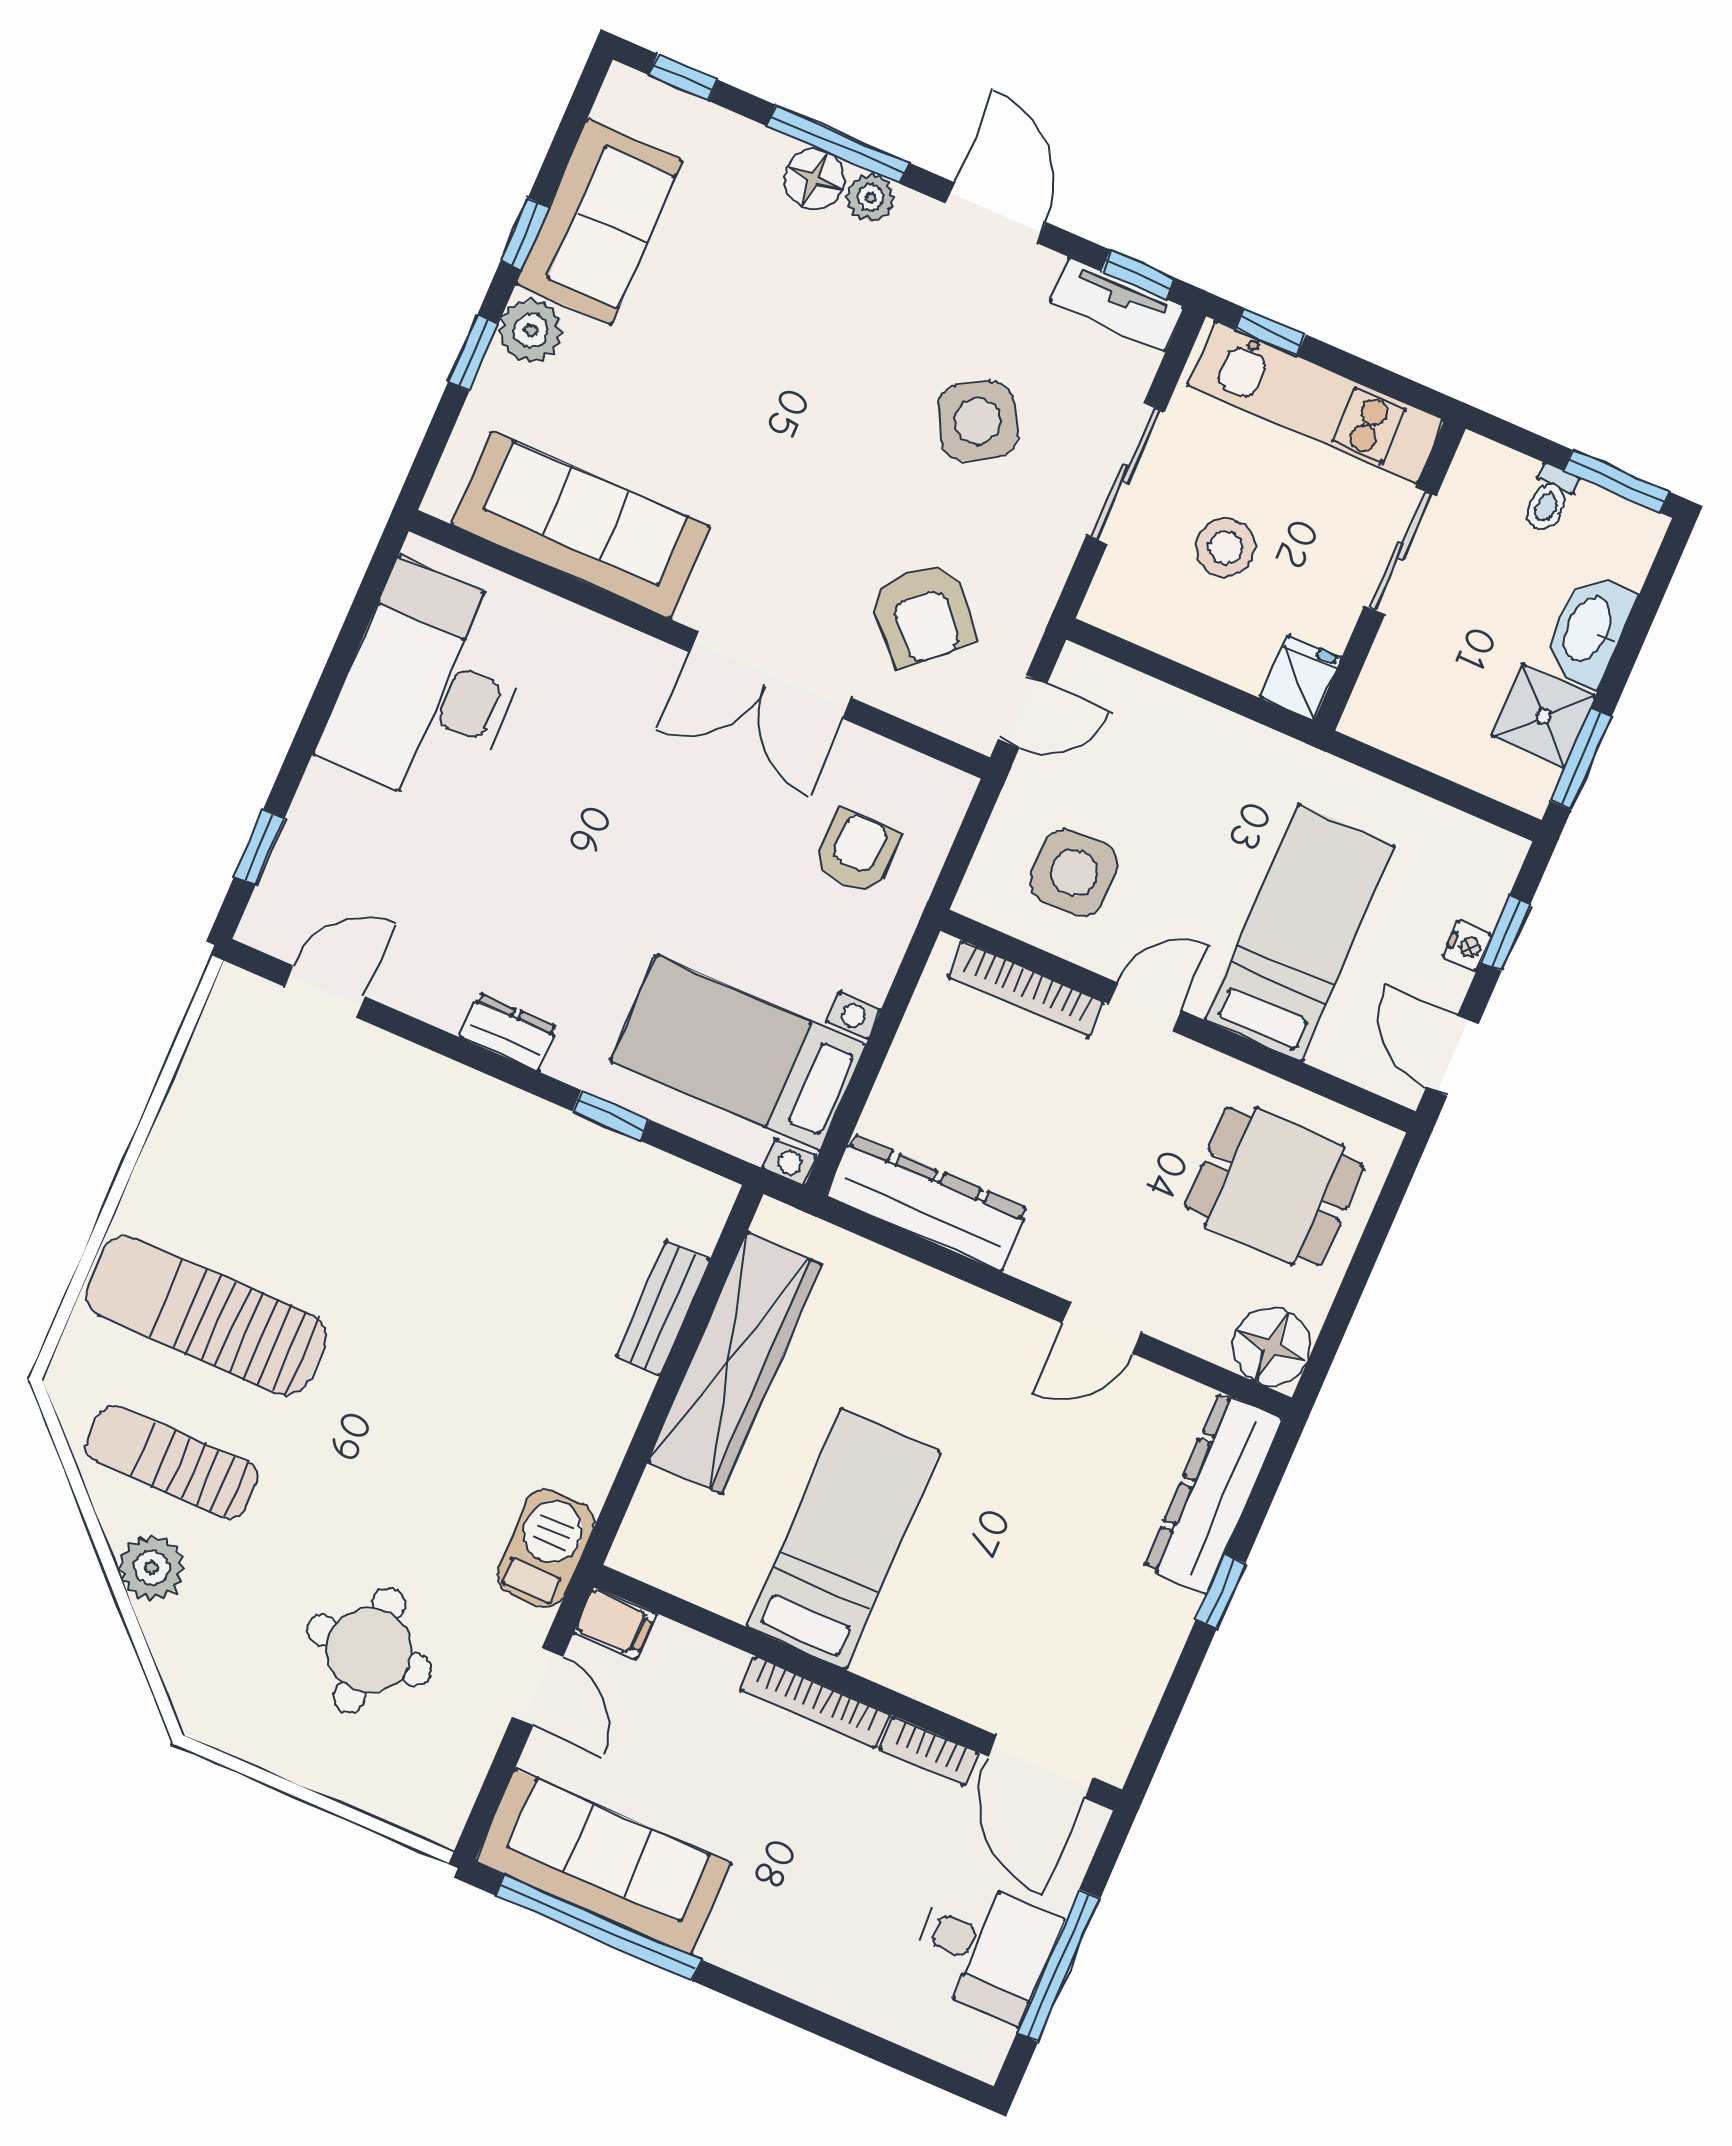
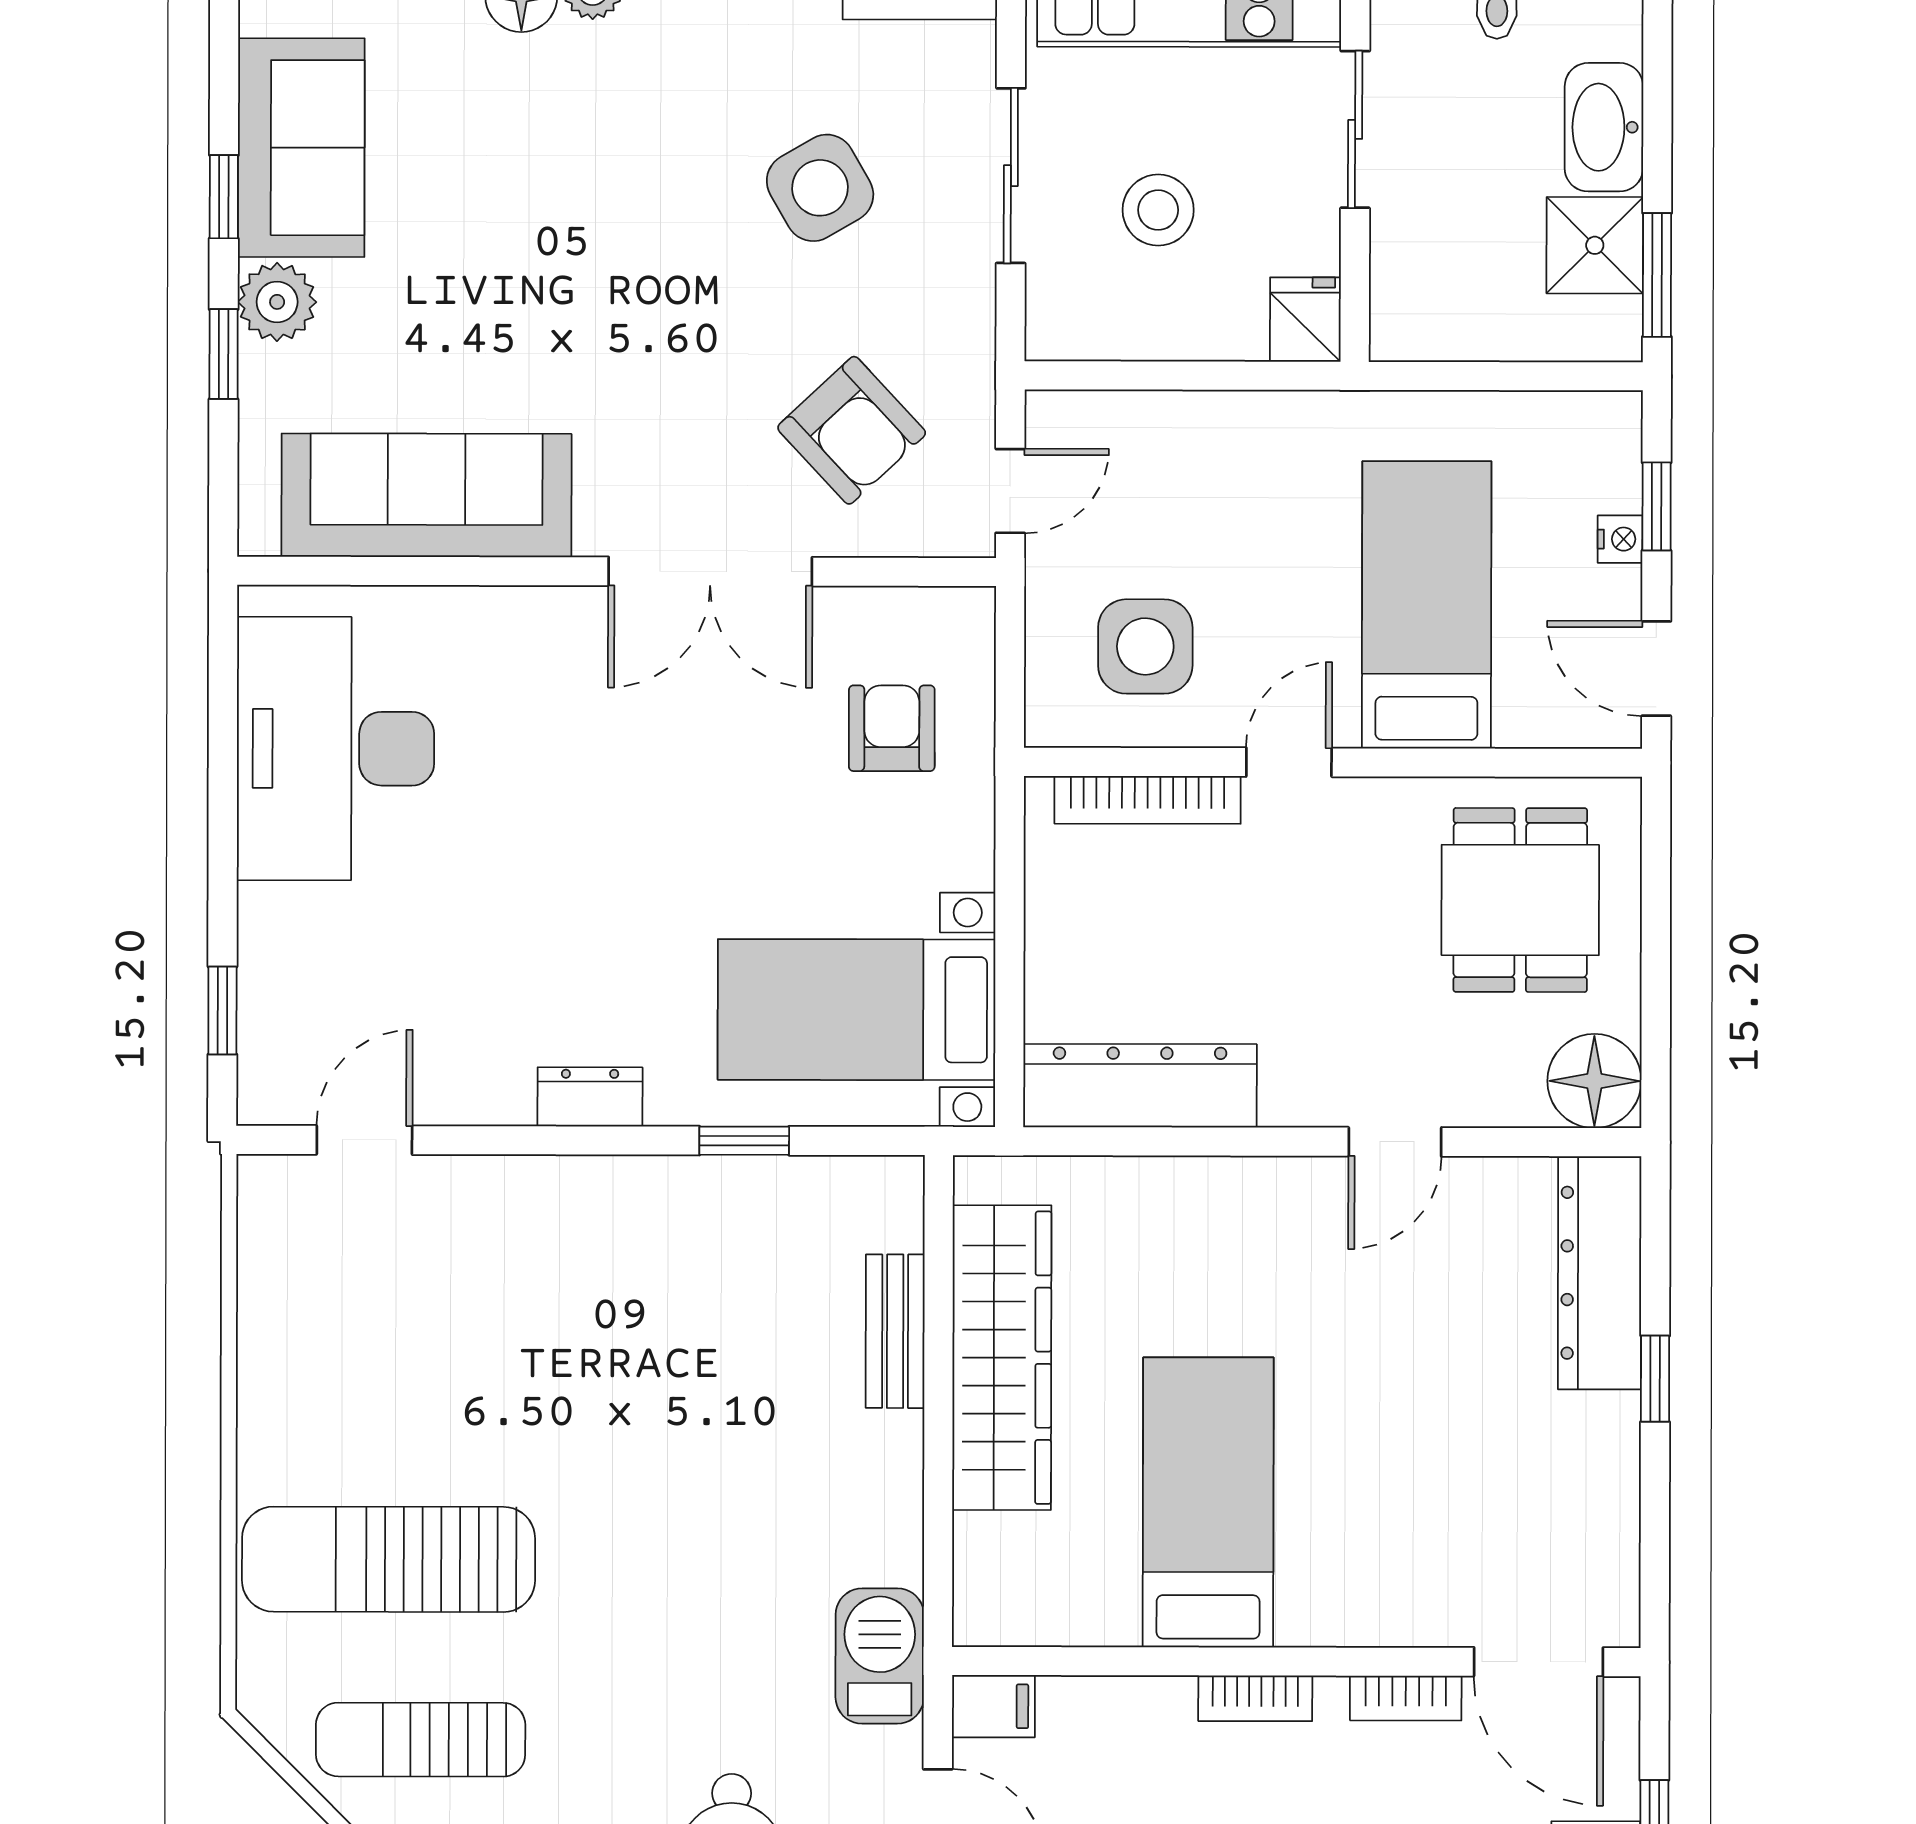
dining table: (1275, 1186) -> (1520, 900), turned 90
bookcase: (815, 1702) -> (1255, 1698), width x0.64

